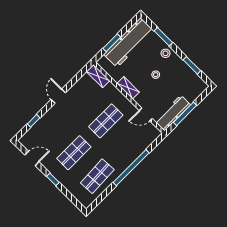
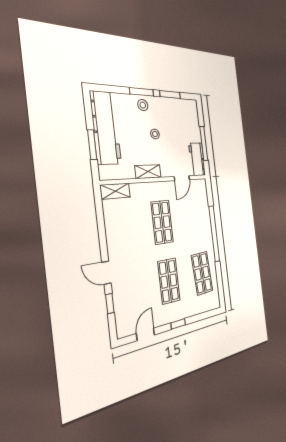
window: (163, 37) -> (142, 92), moved
door: (58, 96) -> (106, 273), moved
workbench: (173, 113) -> (197, 159), width x0.73

